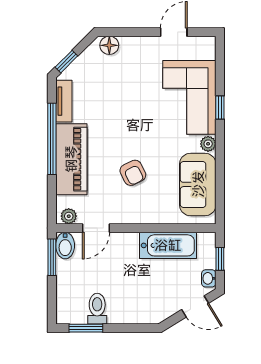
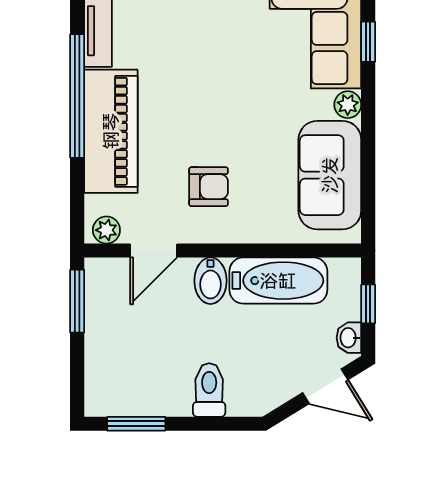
armchair: (133, 173) -> (209, 187), moved, turned -64
bidet: (65, 246) -> (210, 281), moved
toilet: (97, 309) -> (209, 390), moved

